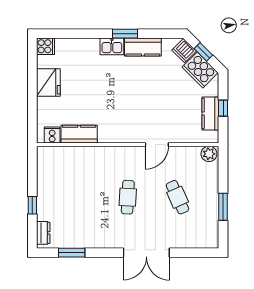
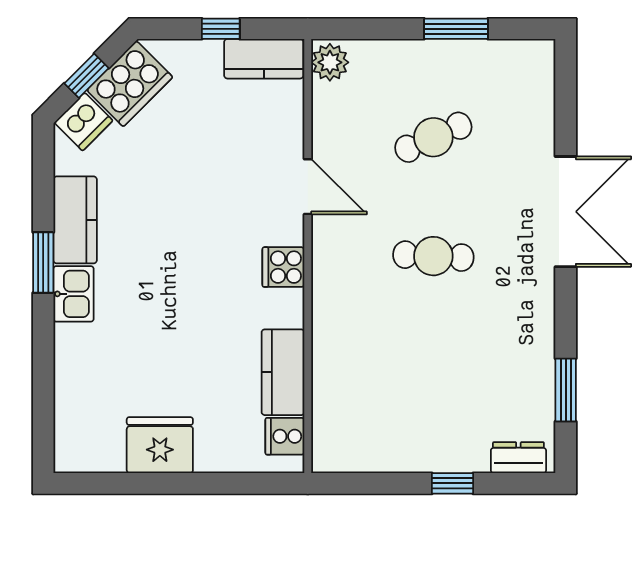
cooker: (46, 46) -> (283, 267), moved, turned -90
kitchen counter: (210, 113) -> (264, 59), moved

